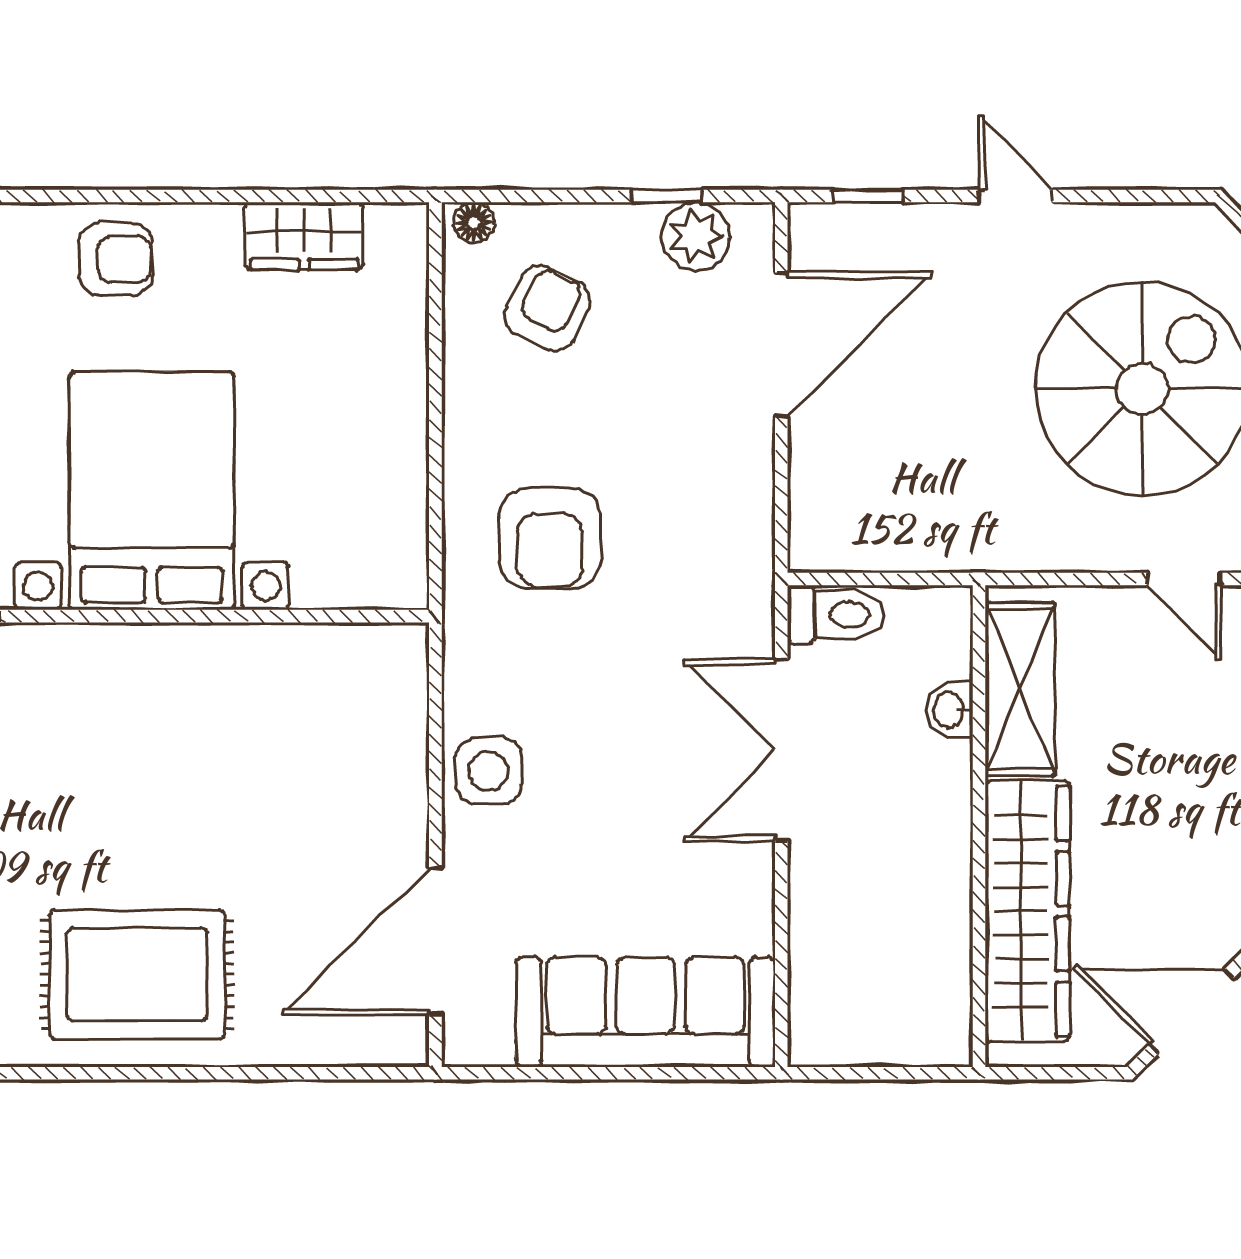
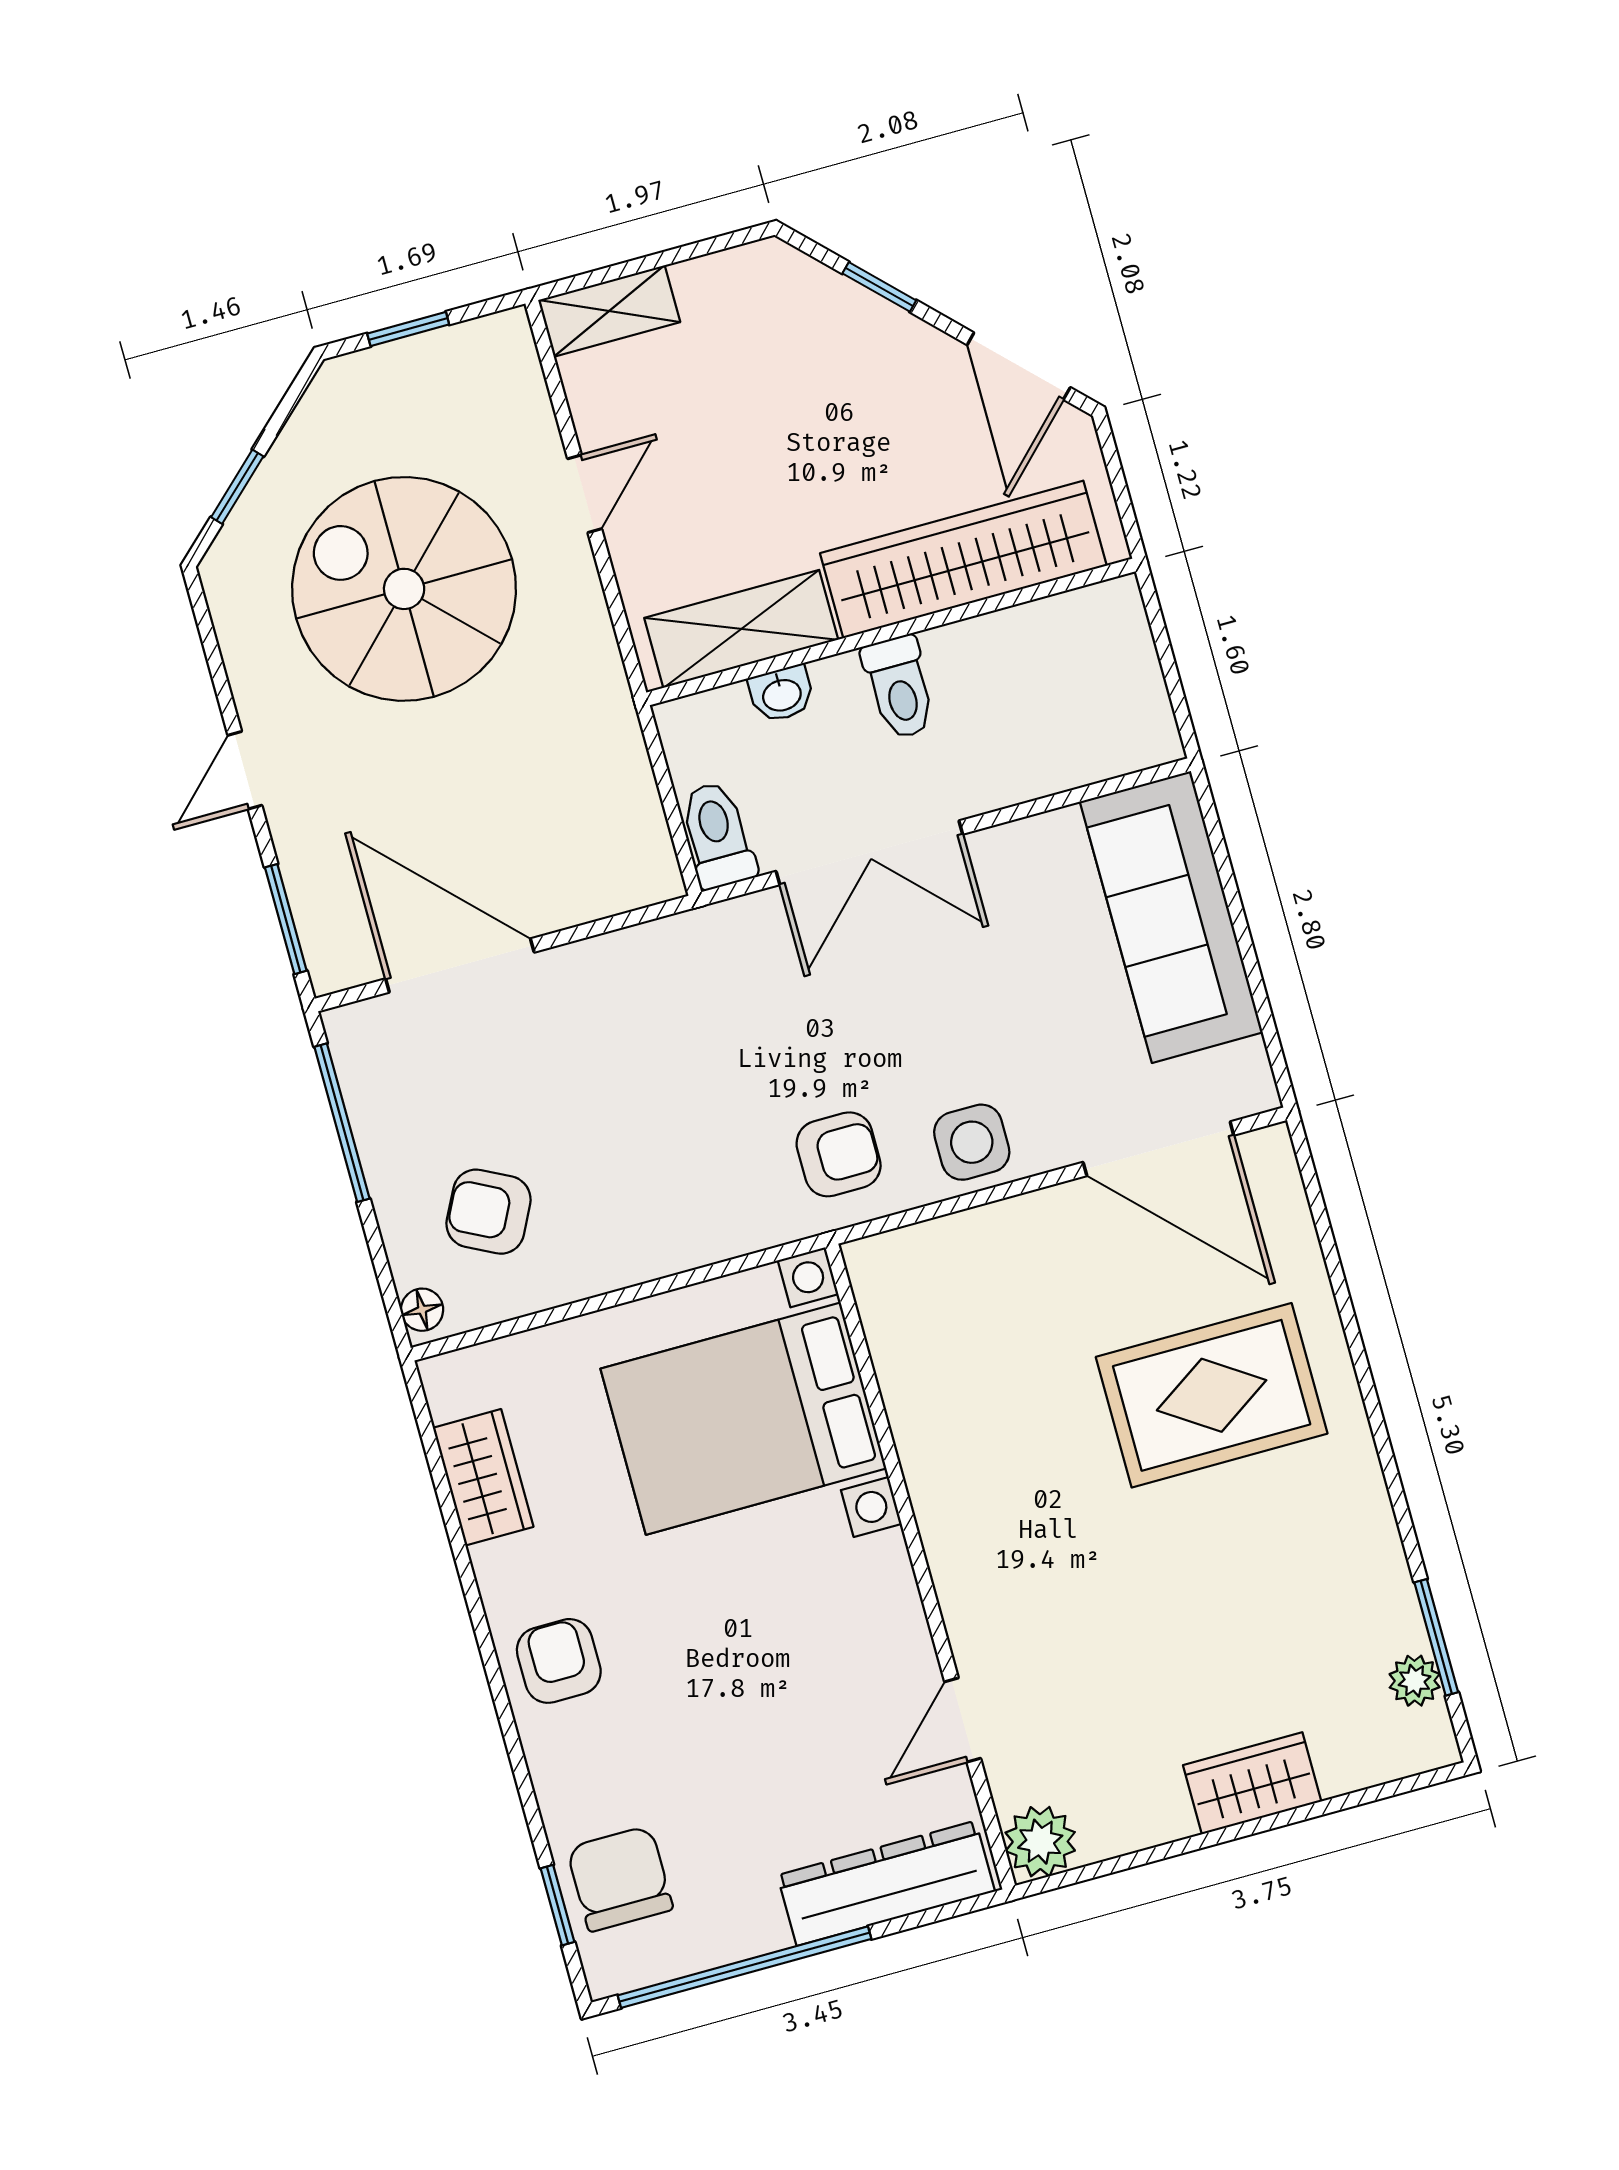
window: (666, 196) -> (342, 1123), width x2.17
window: (868, 196) -> (286, 919), width x1.50
plant: (696, 236) -> (374, 1082), removed
bed with nightstands: (152, 491) -> (743, 1419), moved
armchair: (550, 538) -> (839, 1154), moved, width x0.72, depth x0.72
toilet: (926, 820) -> (899, 687), added
rug: (137, 974) -> (1212, 1395), moved, turned 90

